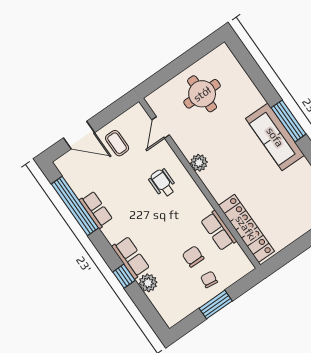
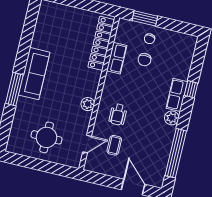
window: (289, 121) -> (14, 89), moved
coffee table: (117, 143) -> (114, 145), moved
row of seats: (96, 210) -> (167, 139), removed
plant: (148, 283) -> (172, 118), moved
window: (216, 305) -> (145, 18), moved

